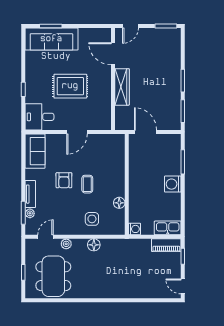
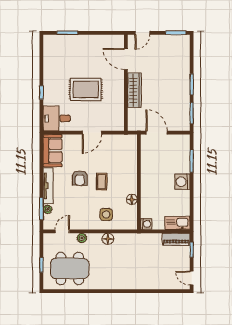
sofa: (51, 39) -> (68, 45), removed
tv unit: (30, 194) -> (48, 186), width x1.41
dining table: (53, 276) -> (70, 268), turned 90

